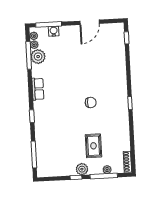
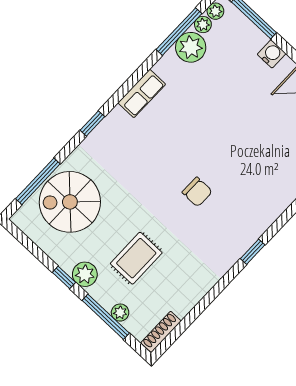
water cooler: (54, 31) -> (272, 54), moved
spiral stairs: (52, 150) -> (70, 202), added

